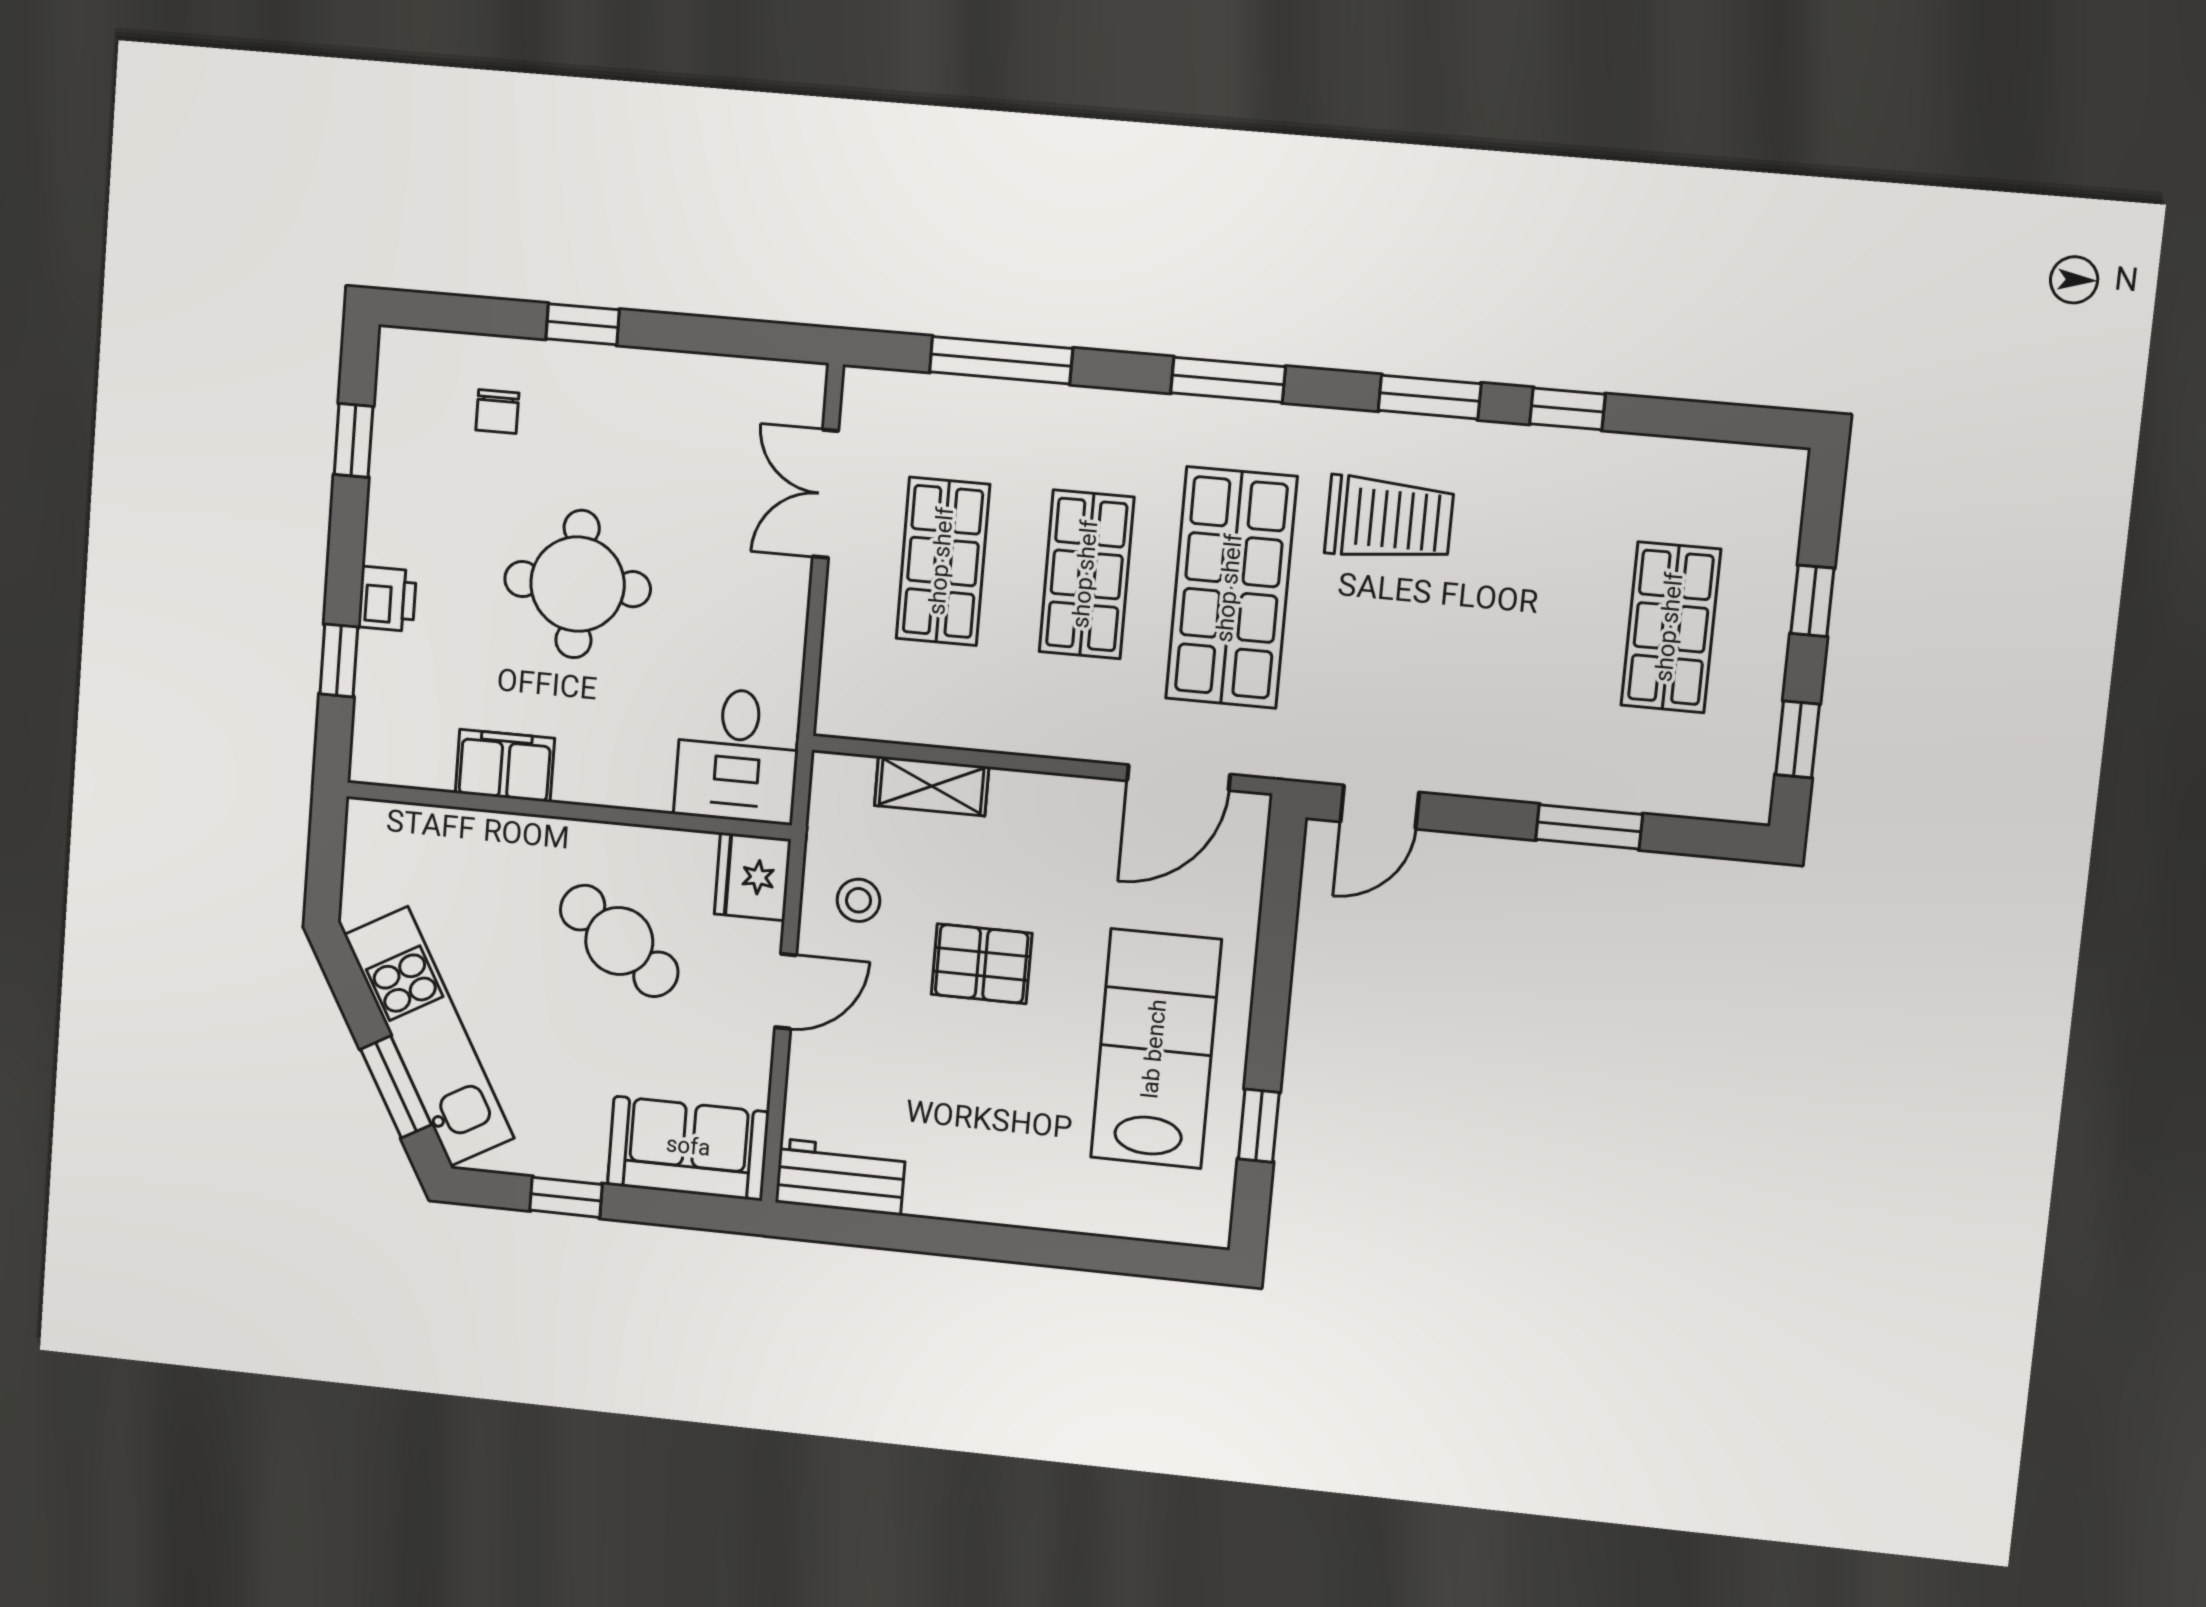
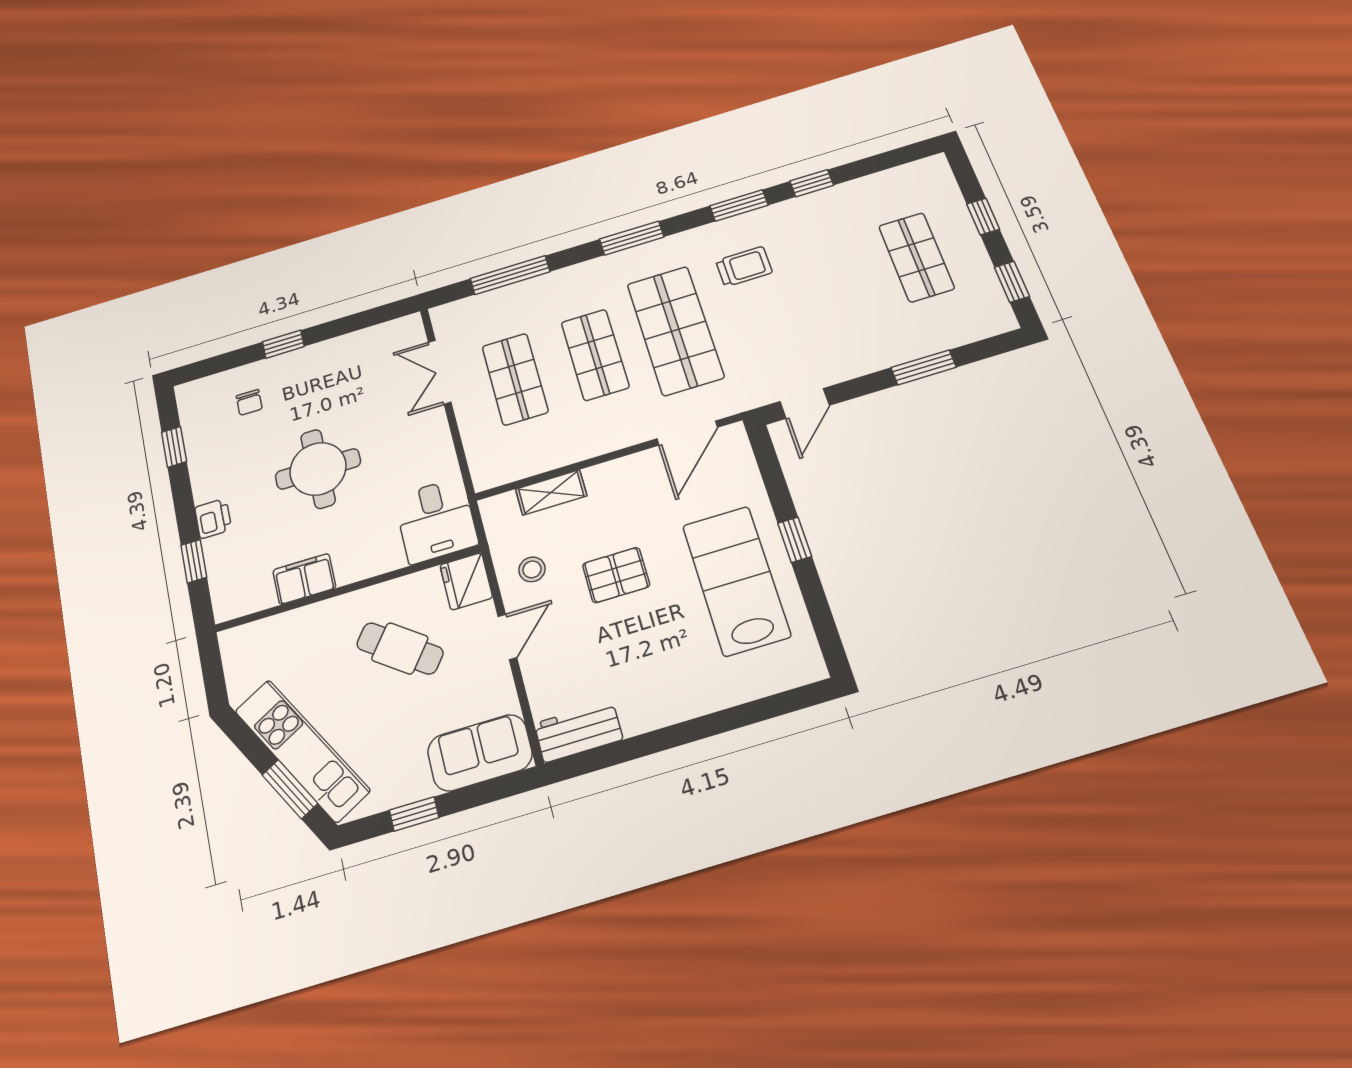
trolley: (1389, 519) -> (744, 267), width x0.73, depth x0.72
window: (1259, 1126) -> (795, 540), moved

